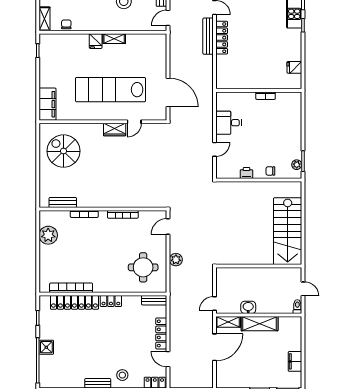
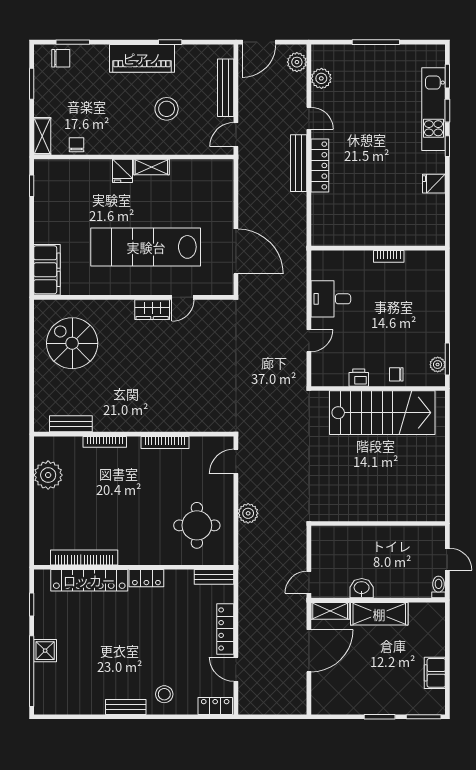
fridge: (294, 67) -> (434, 184), moved
stairs: (288, 231) -> (382, 413), moved, turned -90

